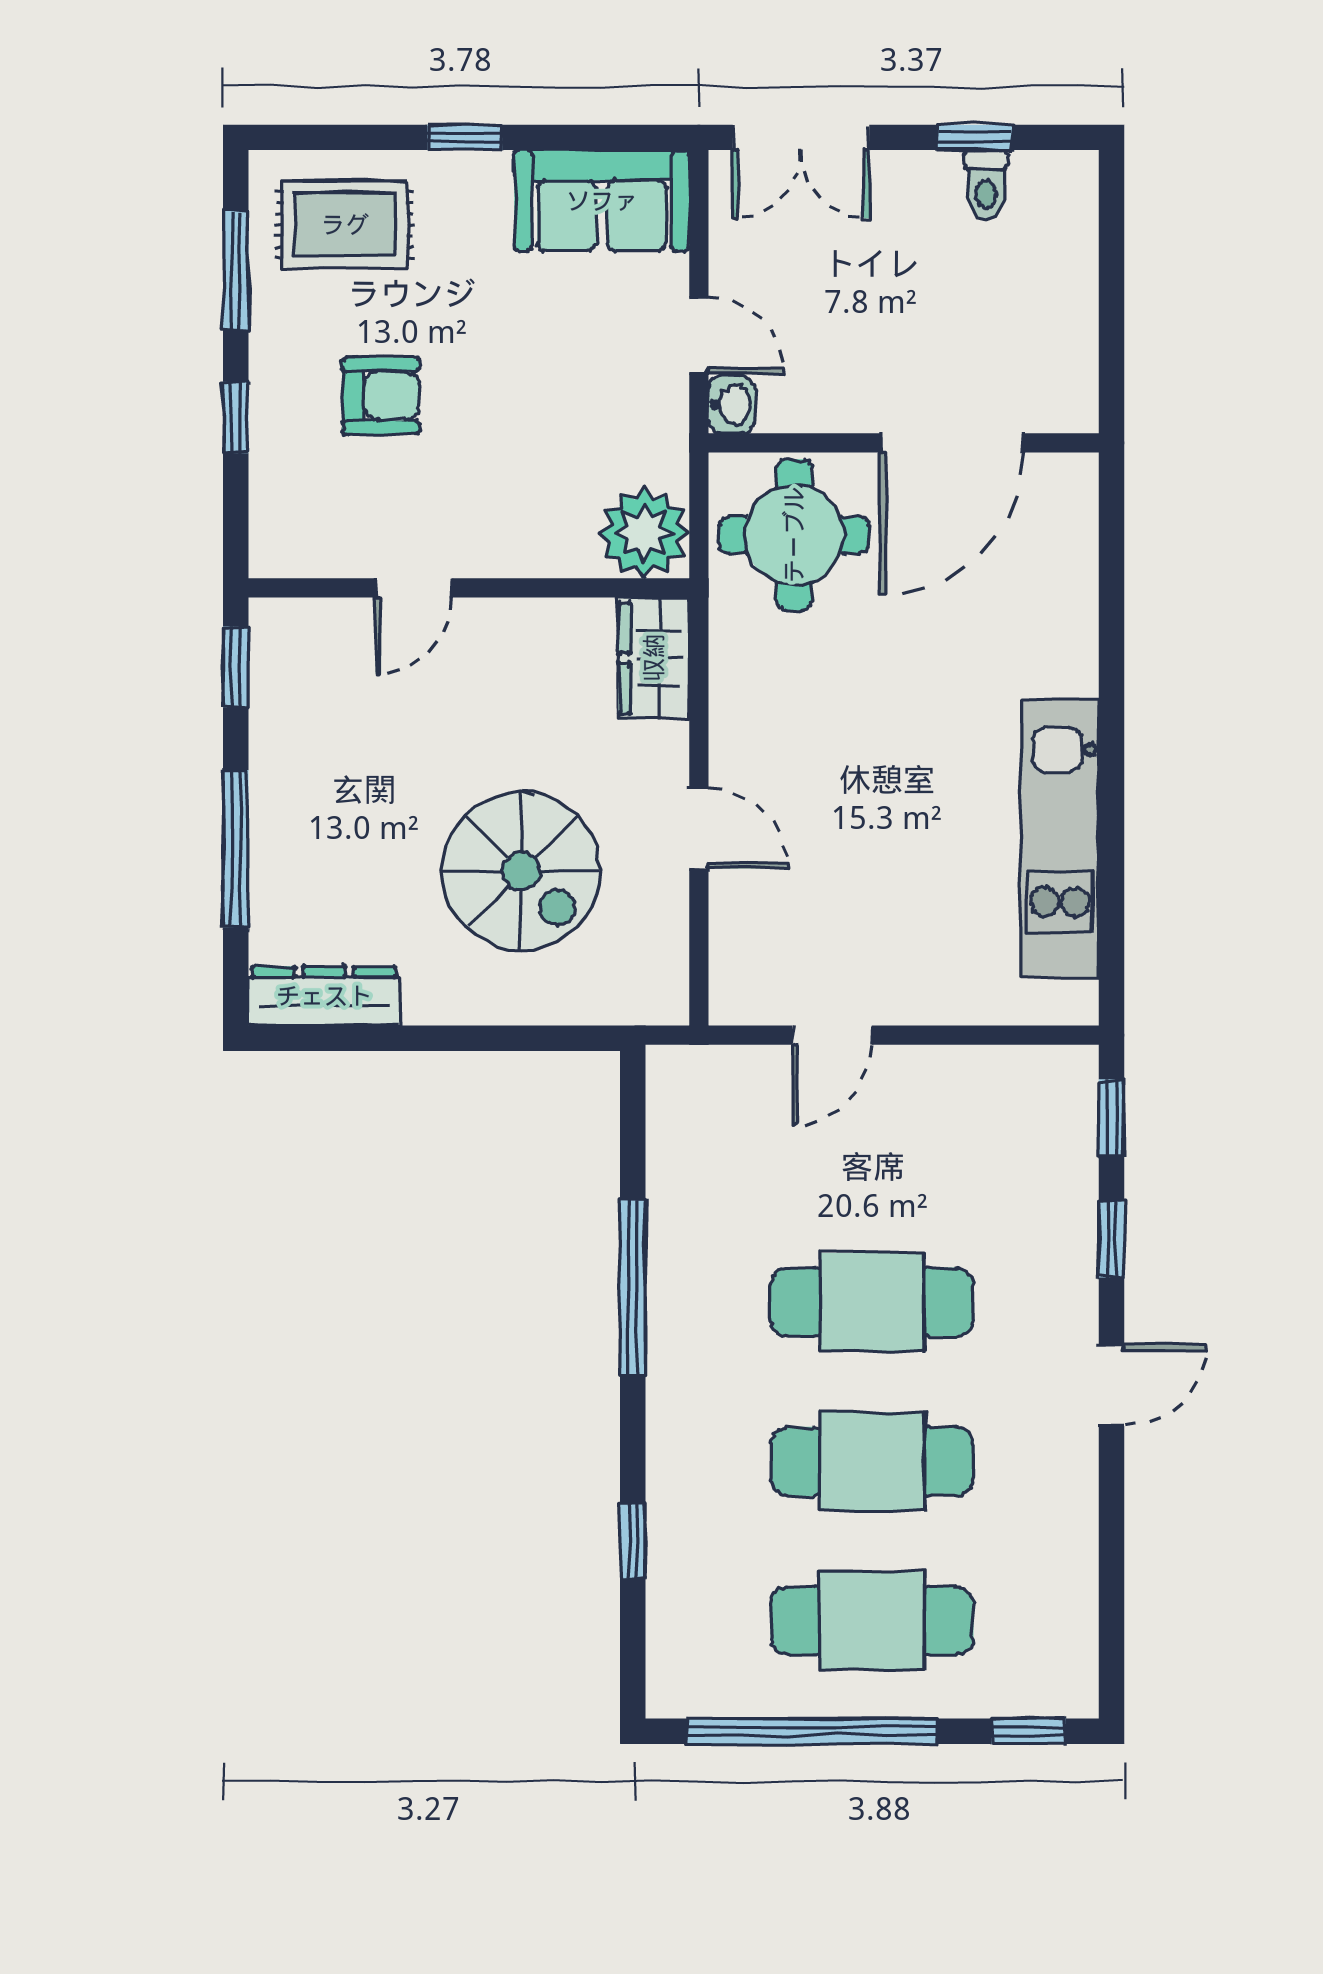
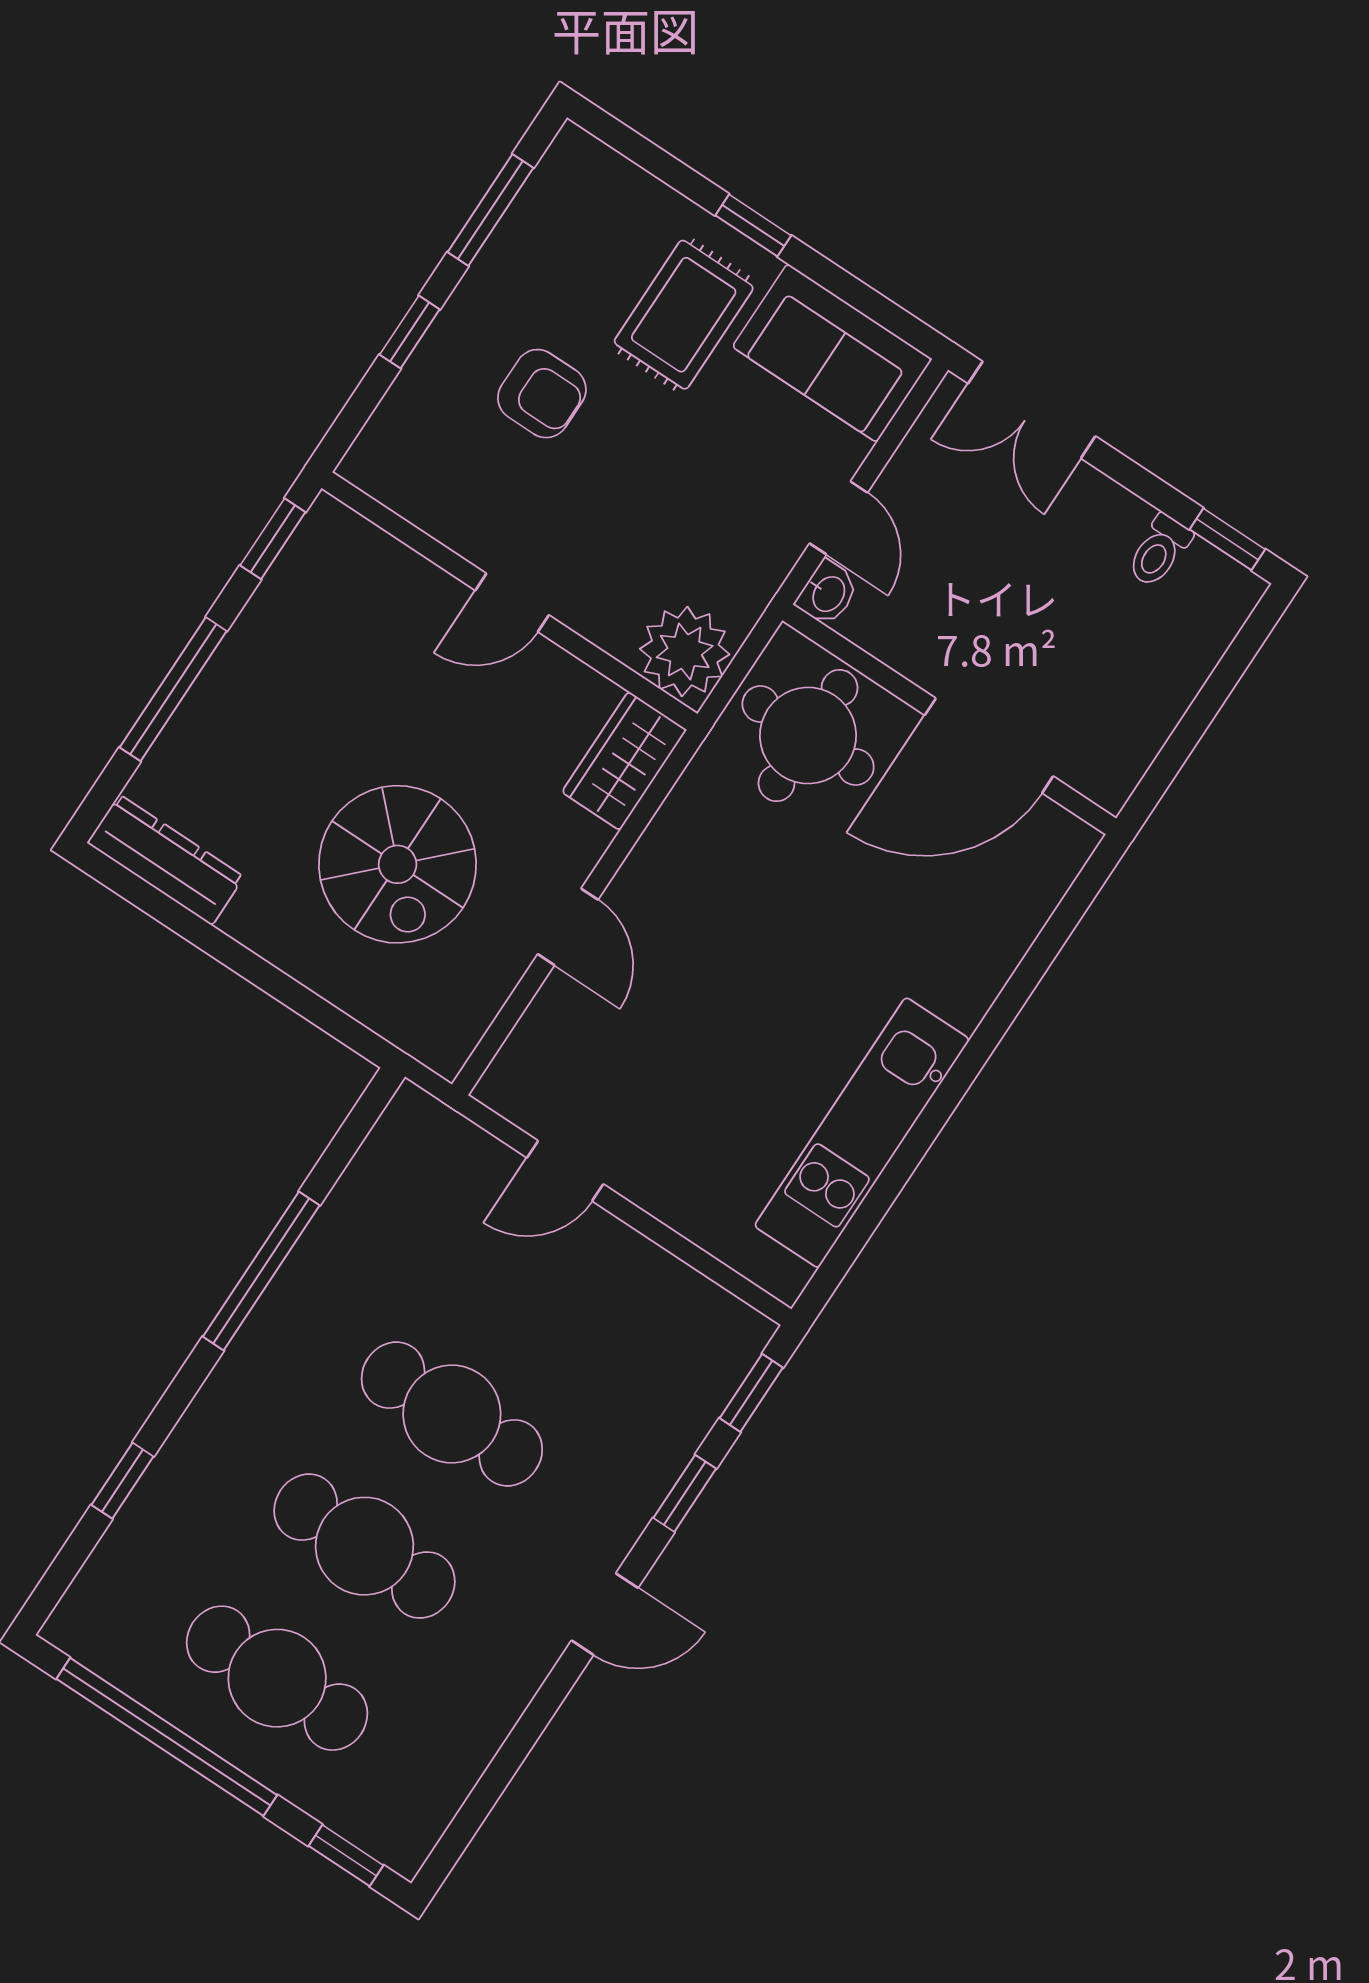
window: (975, 137) -> (1227, 539), moved
rug: (345, 225) -> (684, 315), moved, turned 90
door: (414, 588) -> (512, 603), moved

